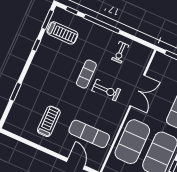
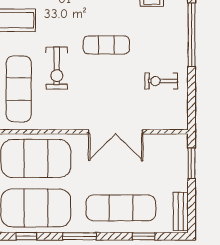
exercise bike: (106, 90) -> (57, 68), moved

